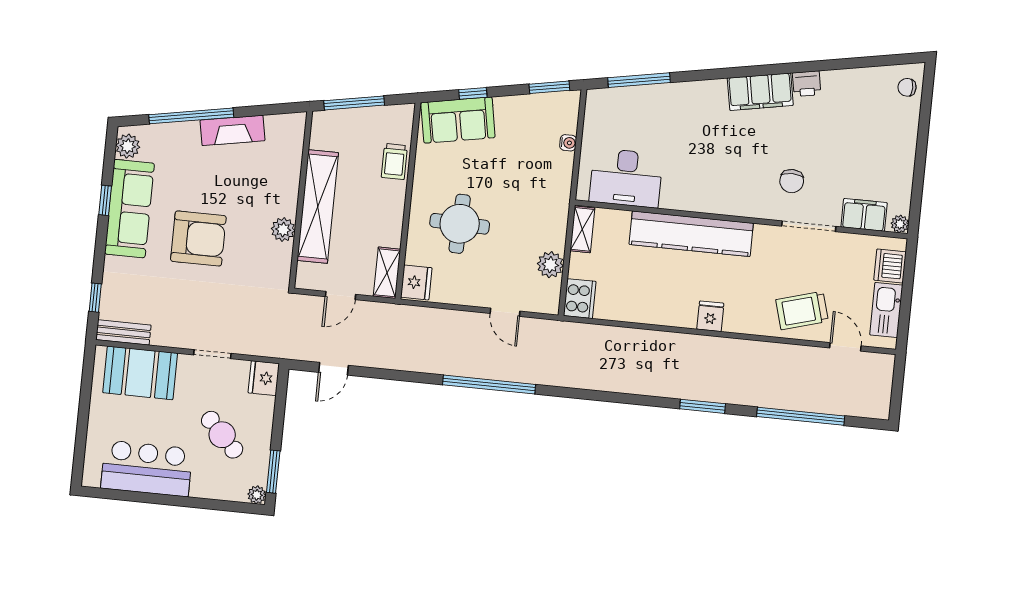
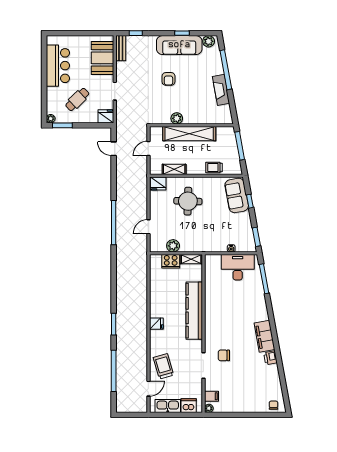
desk: (626, 178) -> (238, 267), moved, turned 90
filing cabinet: (864, 215) -> (211, 396), width x0.50
armchair: (198, 238) -> (168, 79), width x0.53, depth x0.53
shelving: (387, 273) -> (174, 169), moved
door: (340, 296) -> (148, 149), hinge flipped
cooker: (580, 299) -> (171, 261), moved

